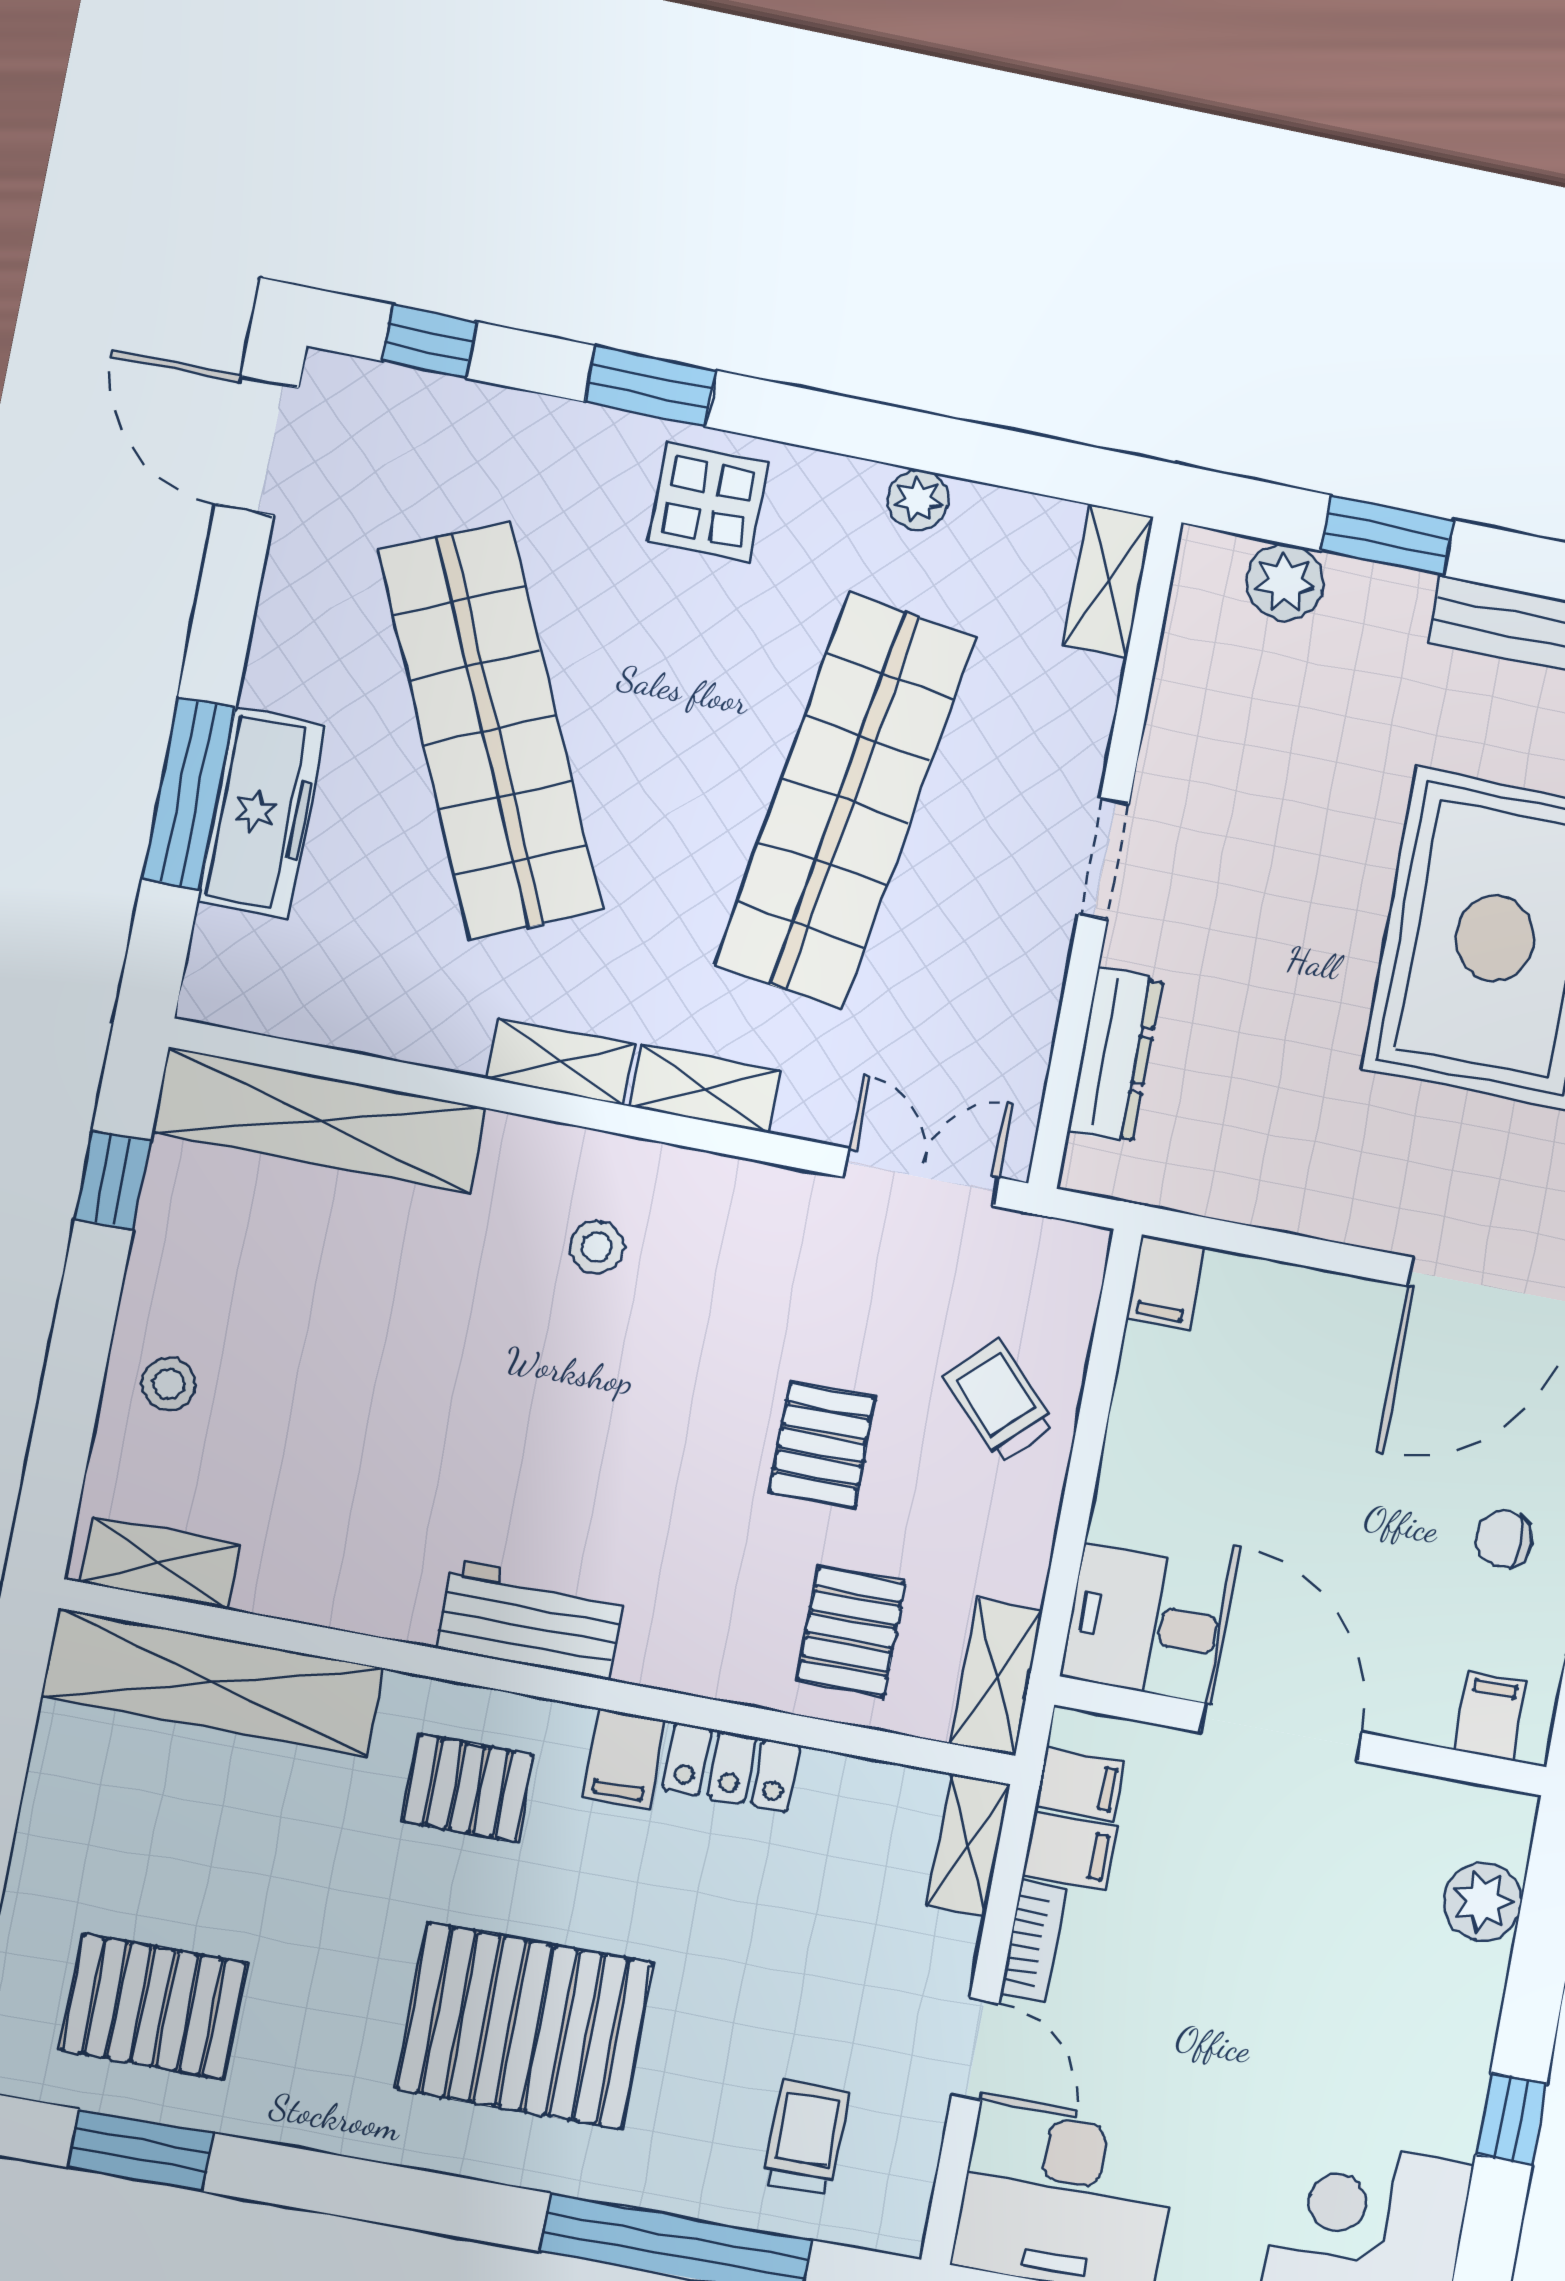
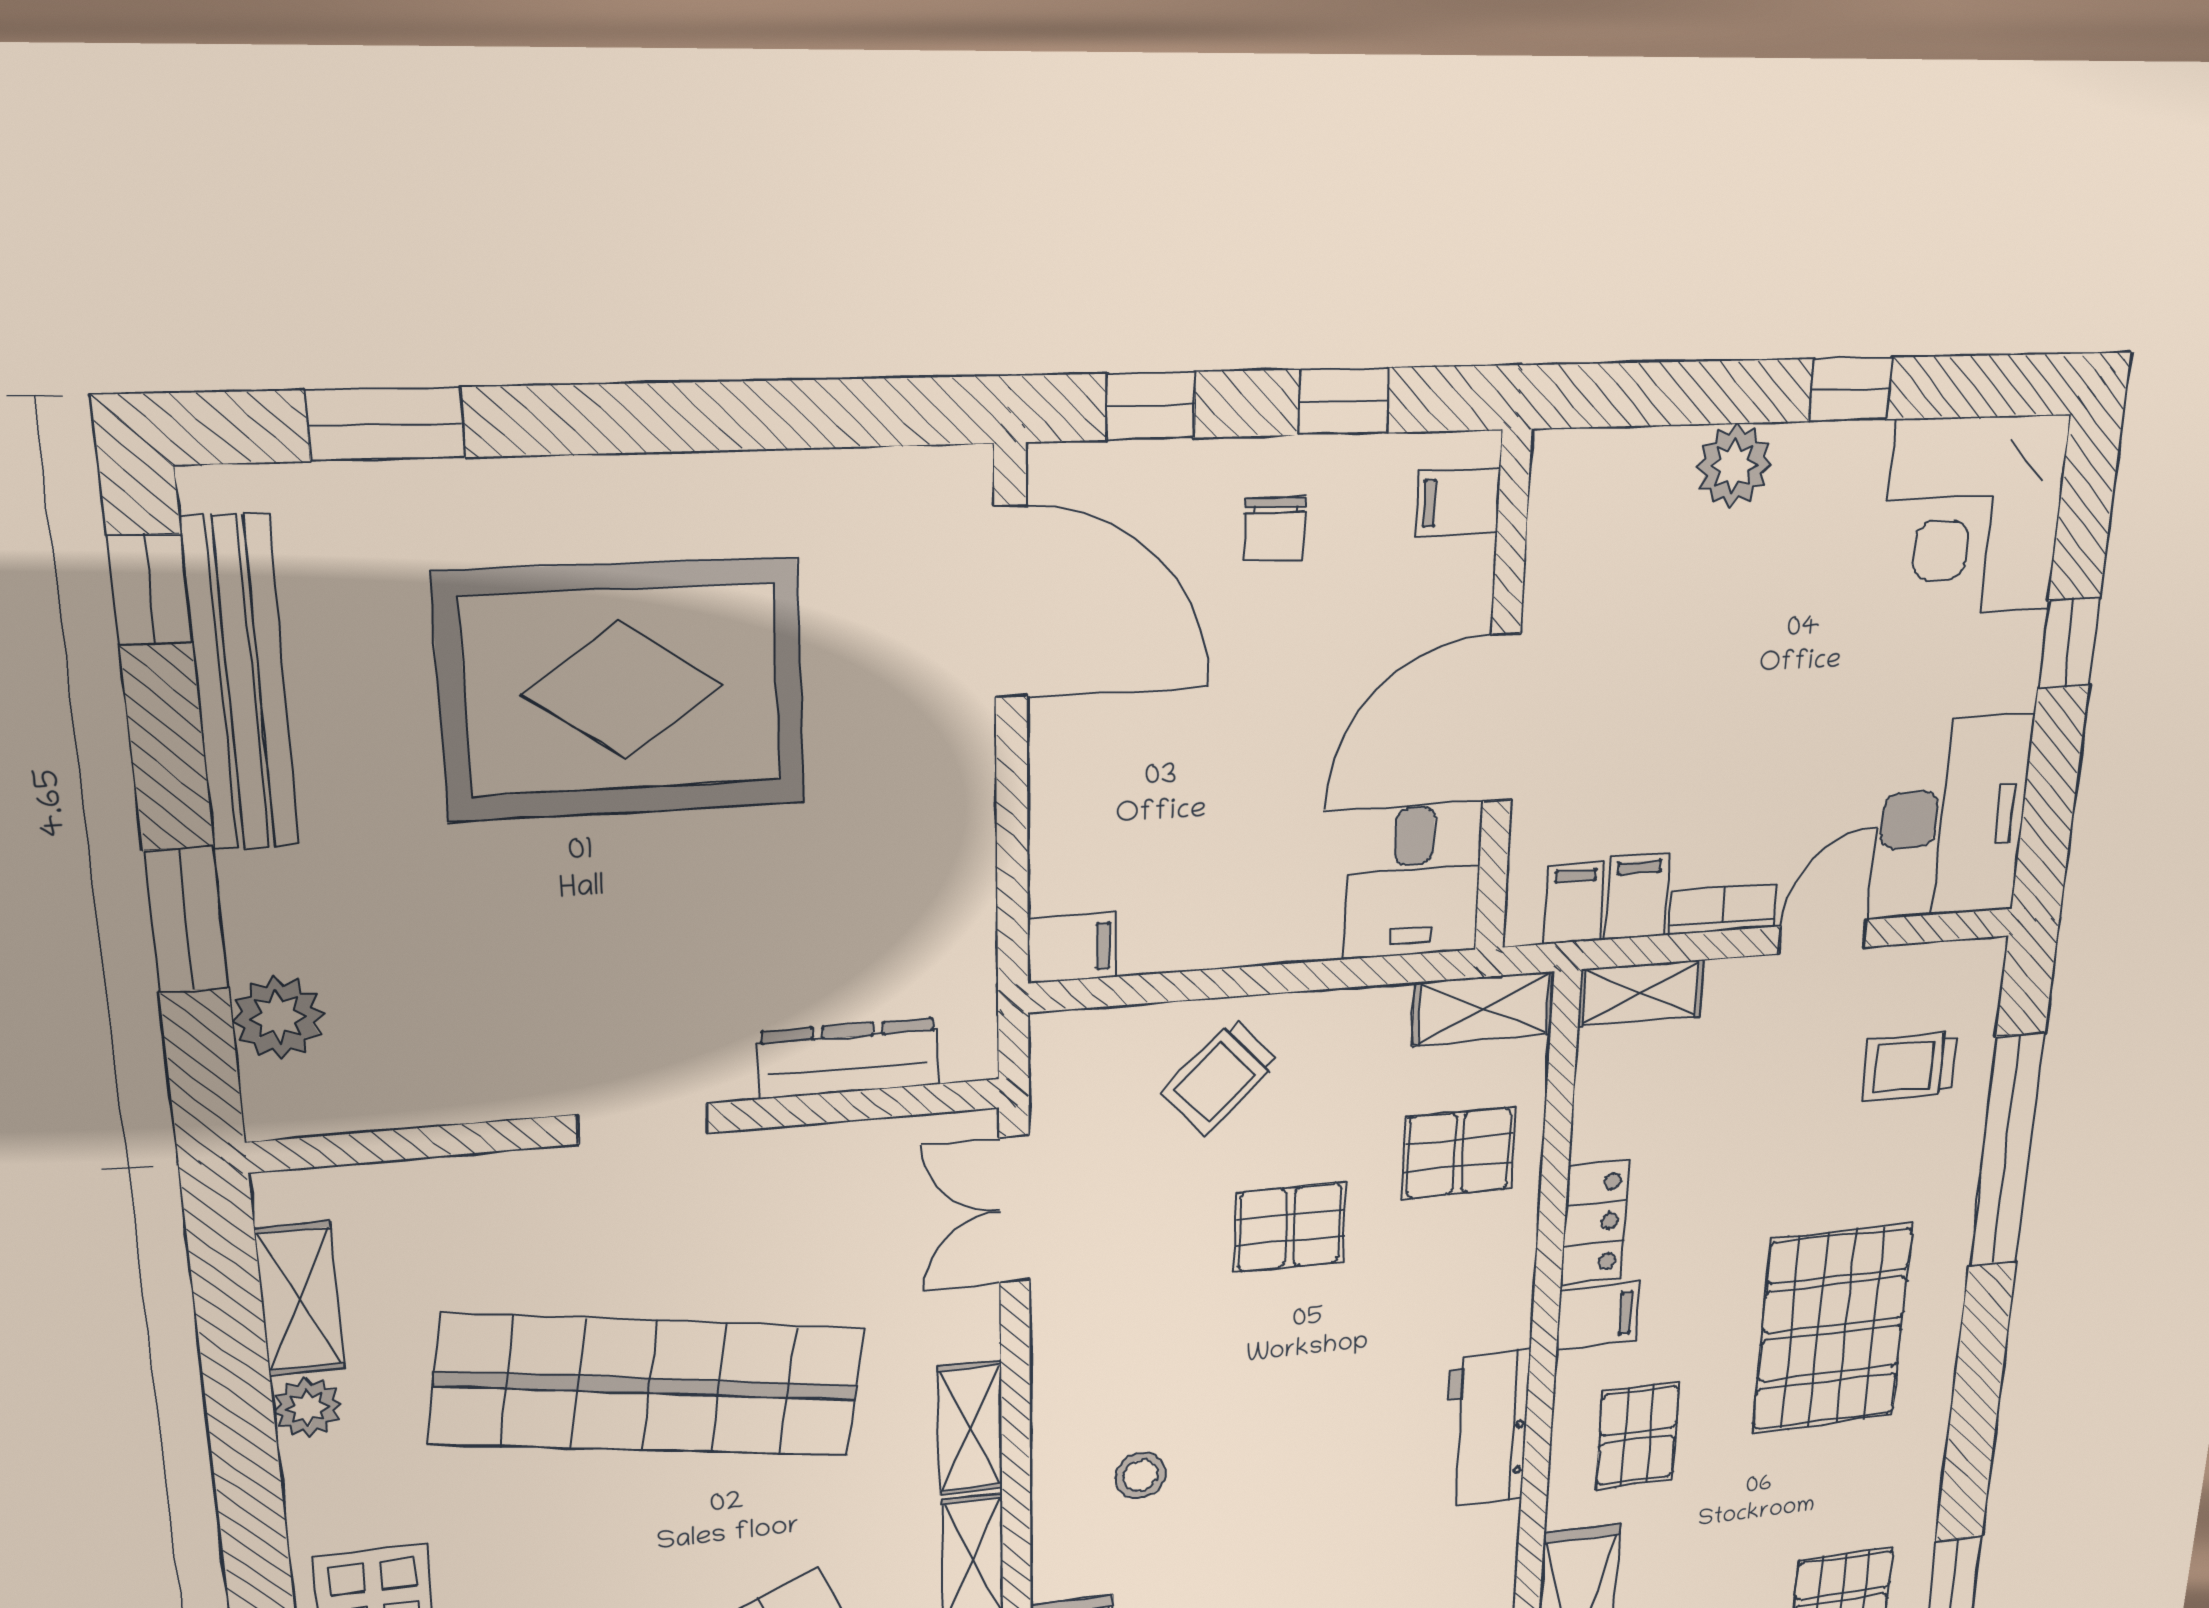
shelving: (1108, 581) -> (299, 1299), moved, turned 90
plant: (1483, 1902) -> (1734, 465), moved

